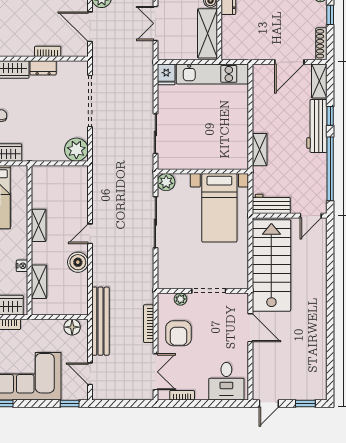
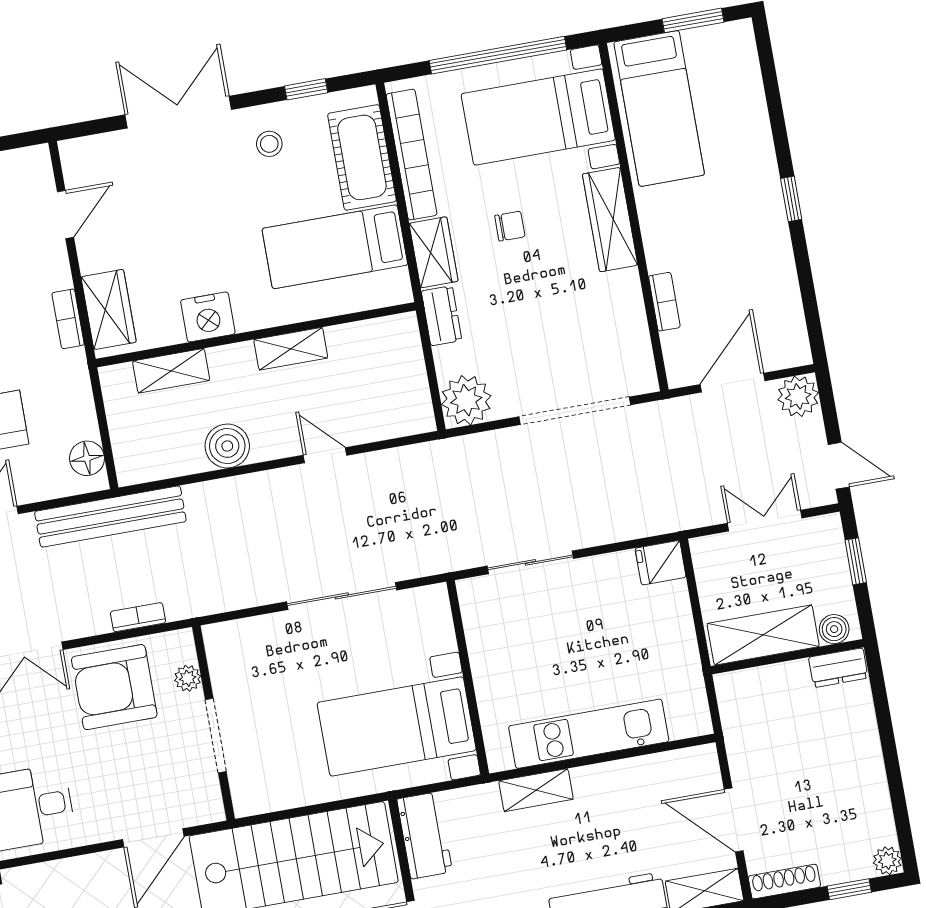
dresser: (43, 68) -> (442, 316), moved, turned 180
kitchen unit: (212, 74) -> (589, 734), moved, turned 90
plant: (166, 182) -> (431, 603), removed
door: (90, 234) -> (325, 455), moved
nightstand: (22, 266) -> (208, 317), width x1.89, depth x1.79
bookcase: (149, 324) -> (138, 617), width x0.64
armchair: (179, 333) -> (114, 687), width x1.36, depth x1.36

